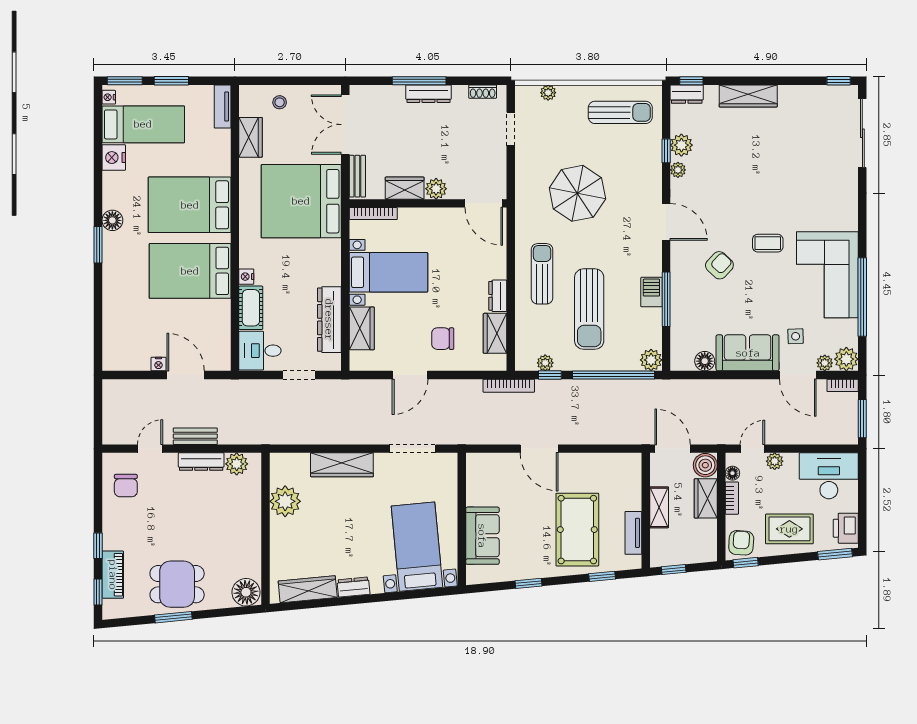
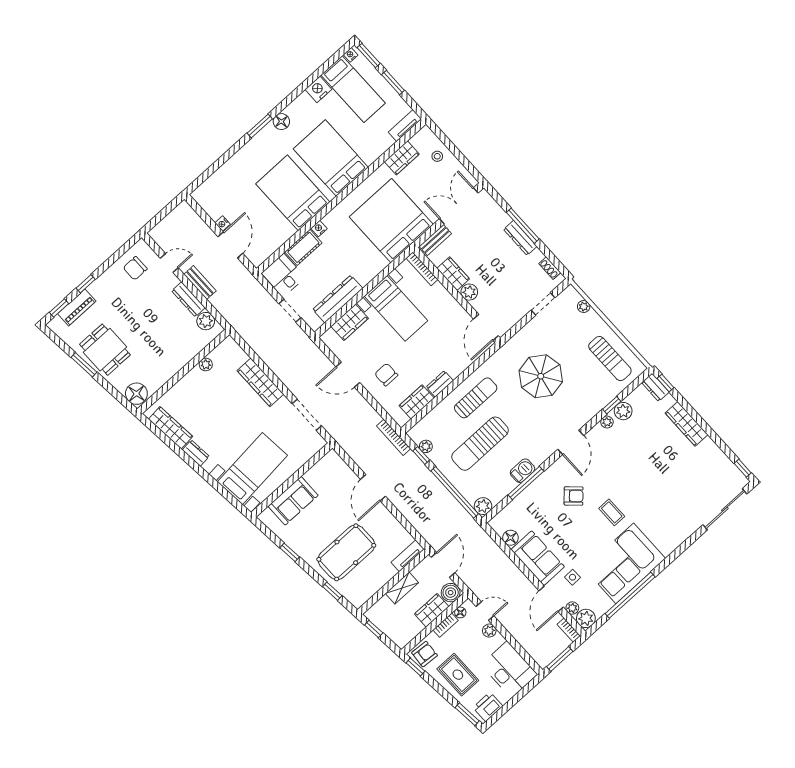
plant: (285, 501) -> (206, 364), width x0.53, depth x0.53
tv unit: (633, 533) -> (408, 556), moved

